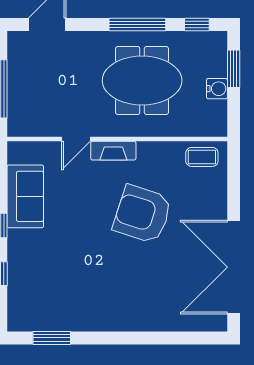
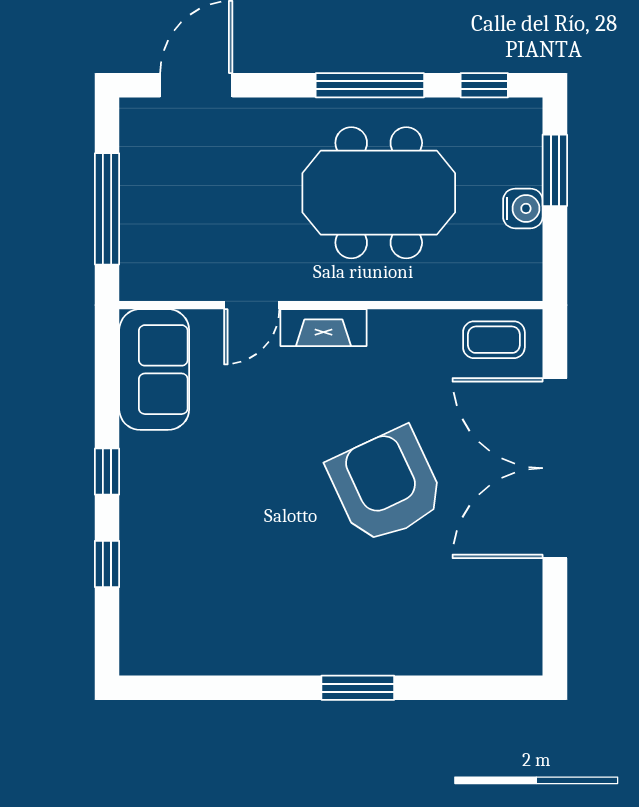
sofa: (25, 196) -> (154, 370), moved
armchair: (142, 214) -> (386, 485), moved, turned 47
double door: (234, 267) -> (555, 468), moved
window: (52, 338) -> (358, 688), moved

